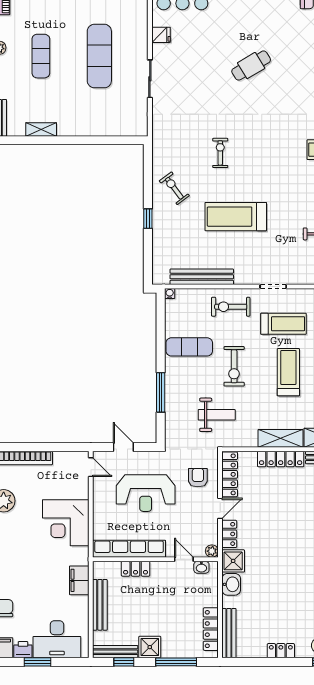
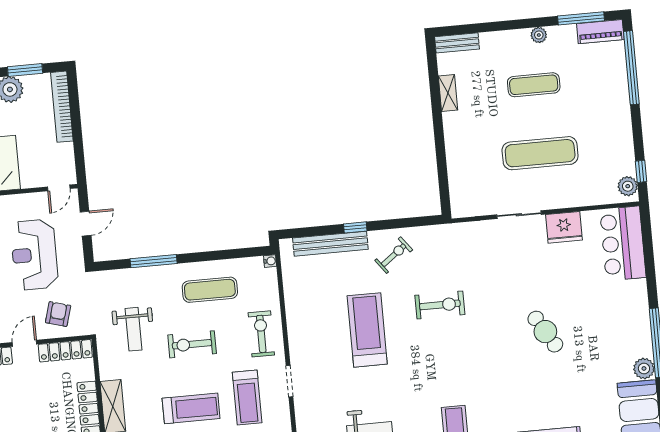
fridge: (161, 35) -> (564, 227), width x1.88, depth x1.34
exercise bike: (220, 153) -> (440, 305), width x1.38, depth x1.39
bench: (202, 277) -> (330, 244), moved, turned 90
exercise mat: (189, 347) -> (210, 290), turned 90
armchair: (198, 478) -> (58, 314), turned -74
door: (220, 508) -> (24, 343), swing flipped

